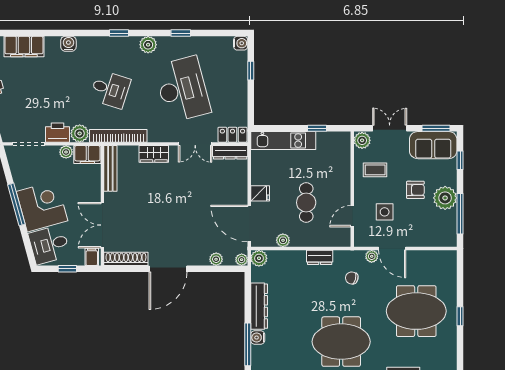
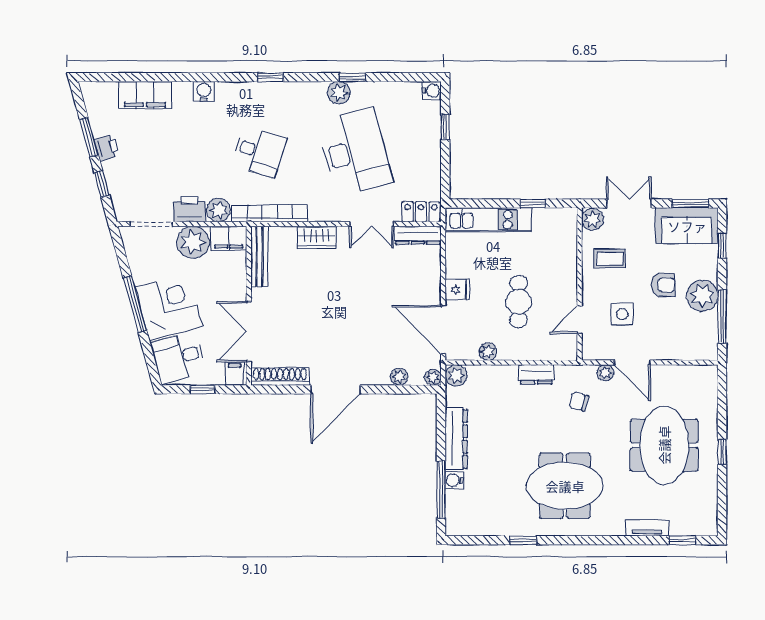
plant: (148, 45) -> (339, 93), moved
plant: (66, 152) -> (193, 242), width x1.88, depth x1.88
meeting table: (416, 311) -> (664, 445), turned 90

